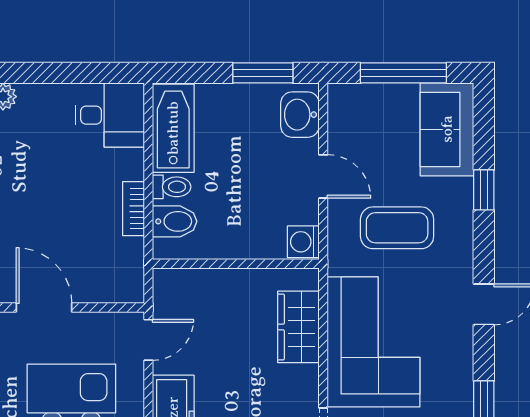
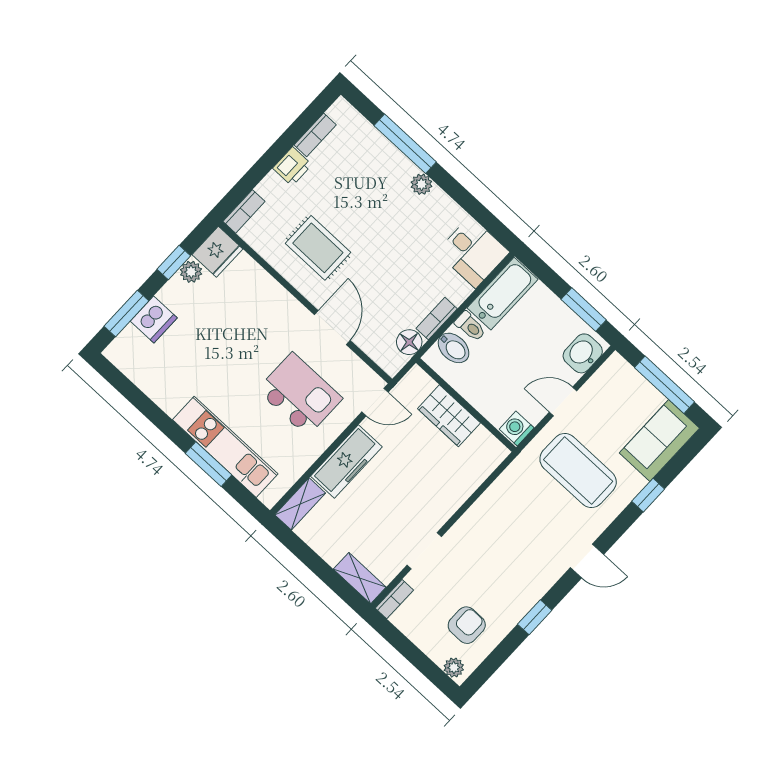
door: (323, 176) -> (563, 401), swing flipped
coffee table: (397, 228) -> (578, 471), width x1.36, depth x1.32
floor lamp: (128, 254) -> (409, 342), added
wardrobe: (298, 327) -> (449, 416), moved, turned -90
corner sofa: (374, 342) -> (504, 524), removed

